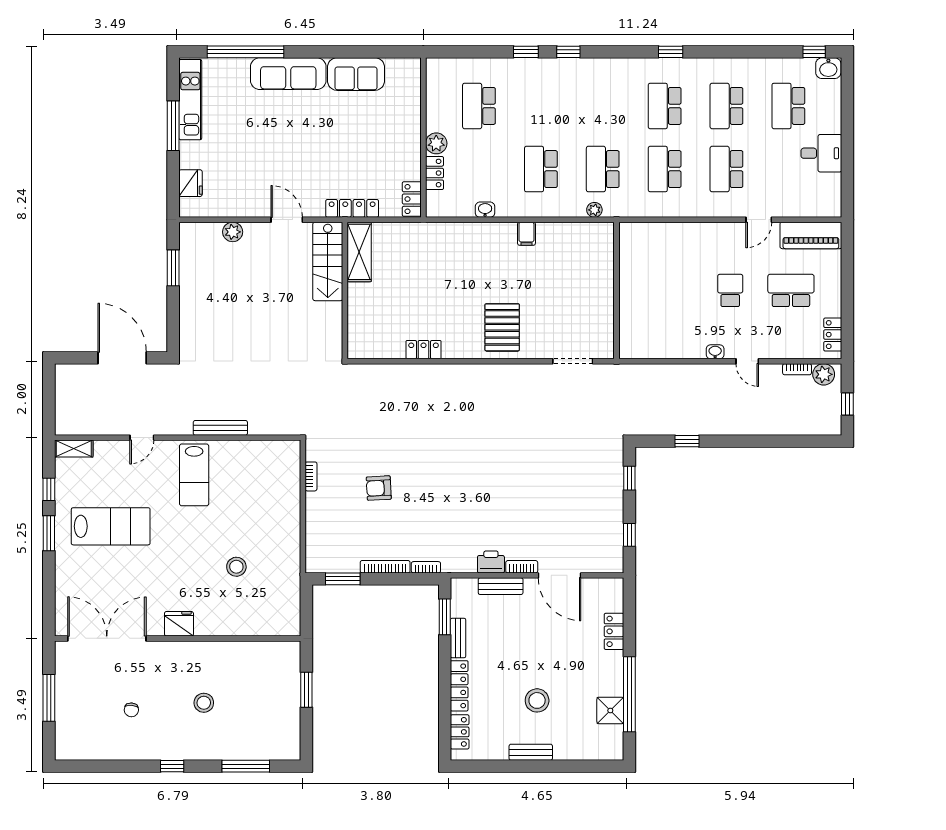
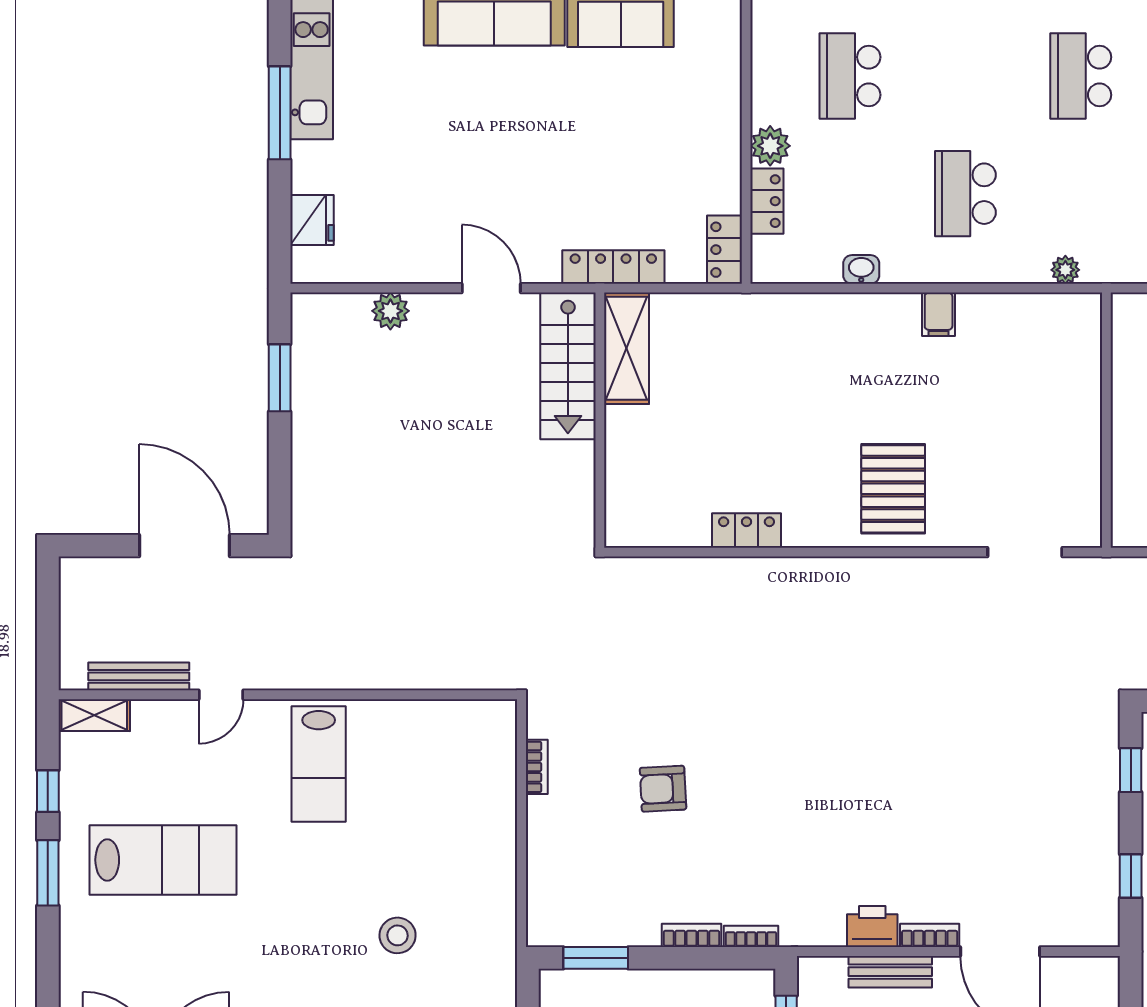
school desk: (603, 169) -> (1081, 76), moved
bench: (220, 428) -> (139, 676), moved
bookcase: (385, 567) -> (692, 935), width x0.64

